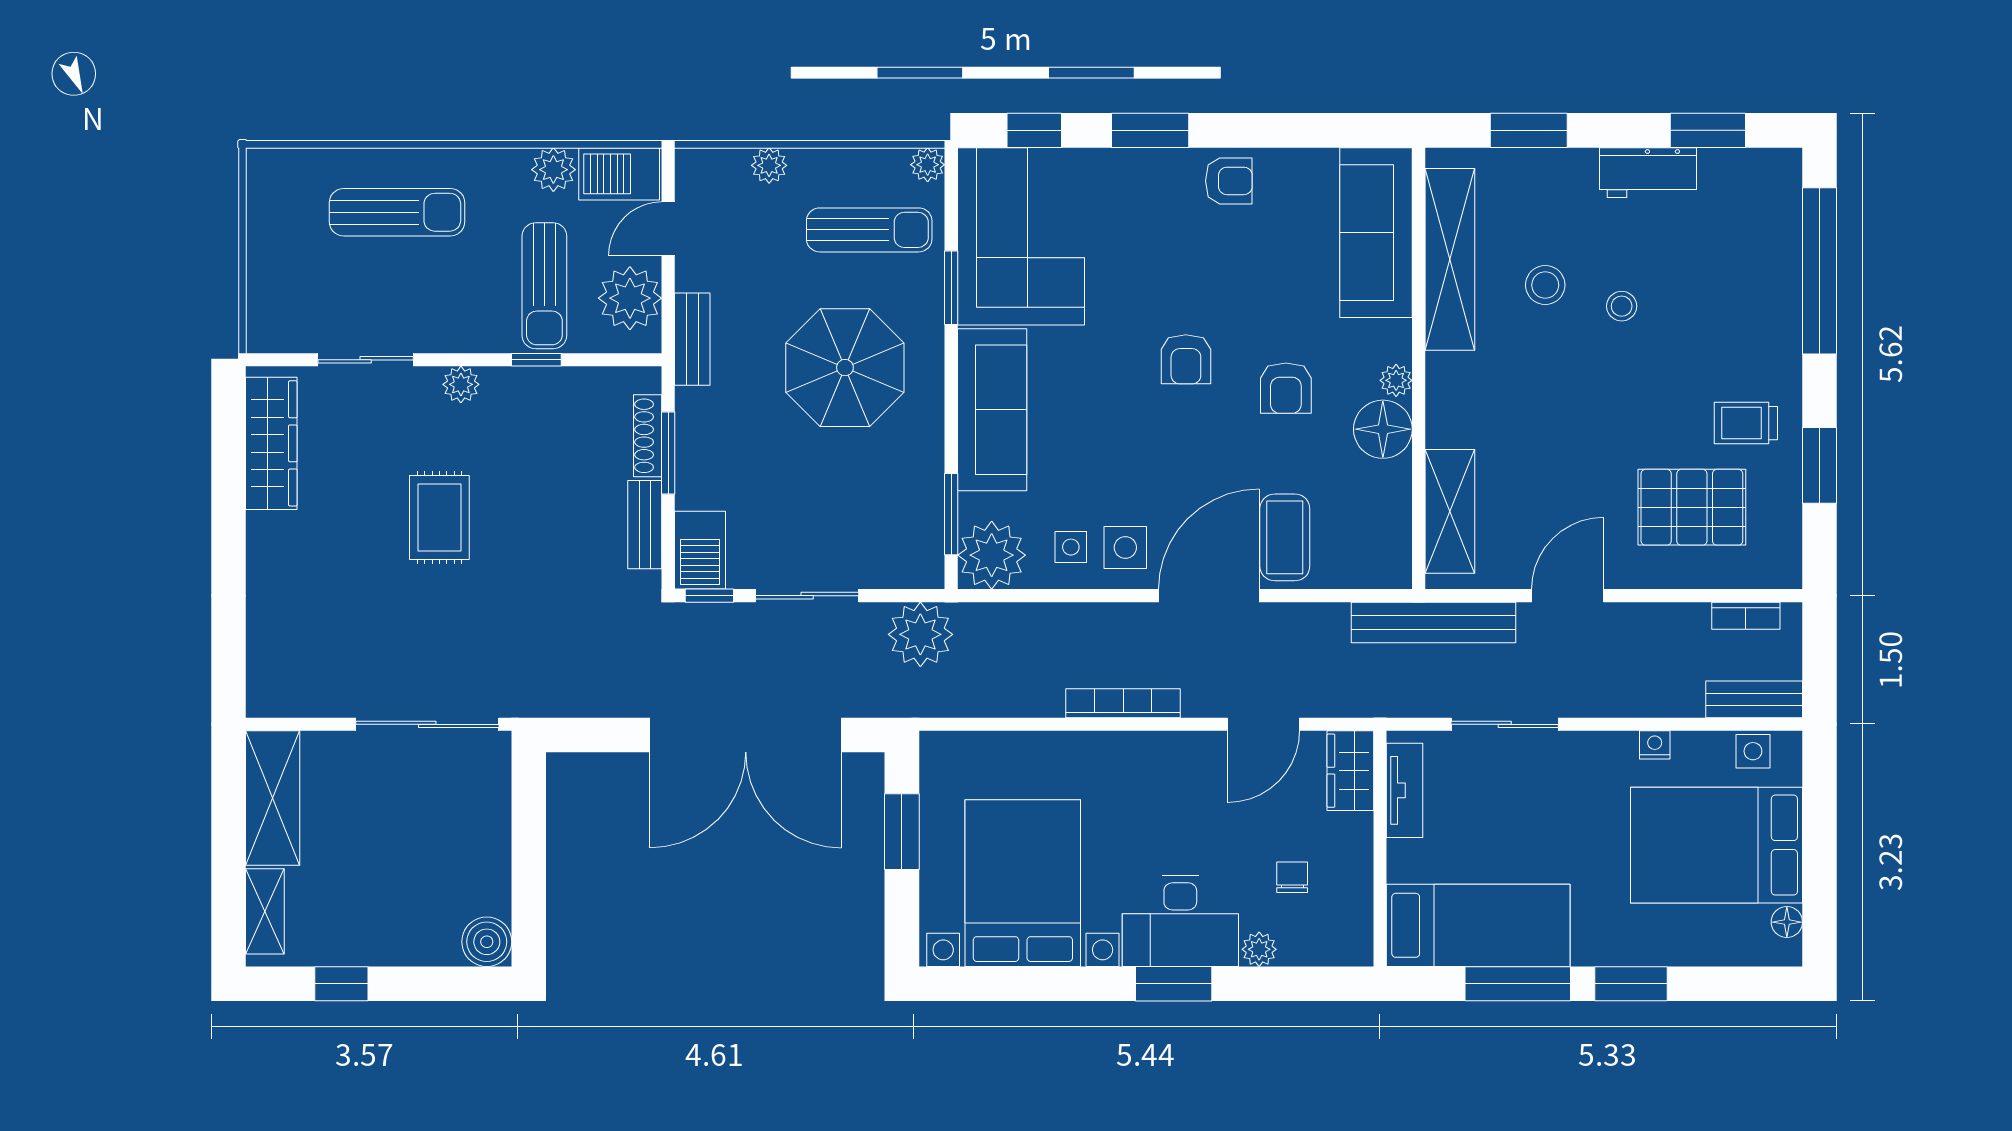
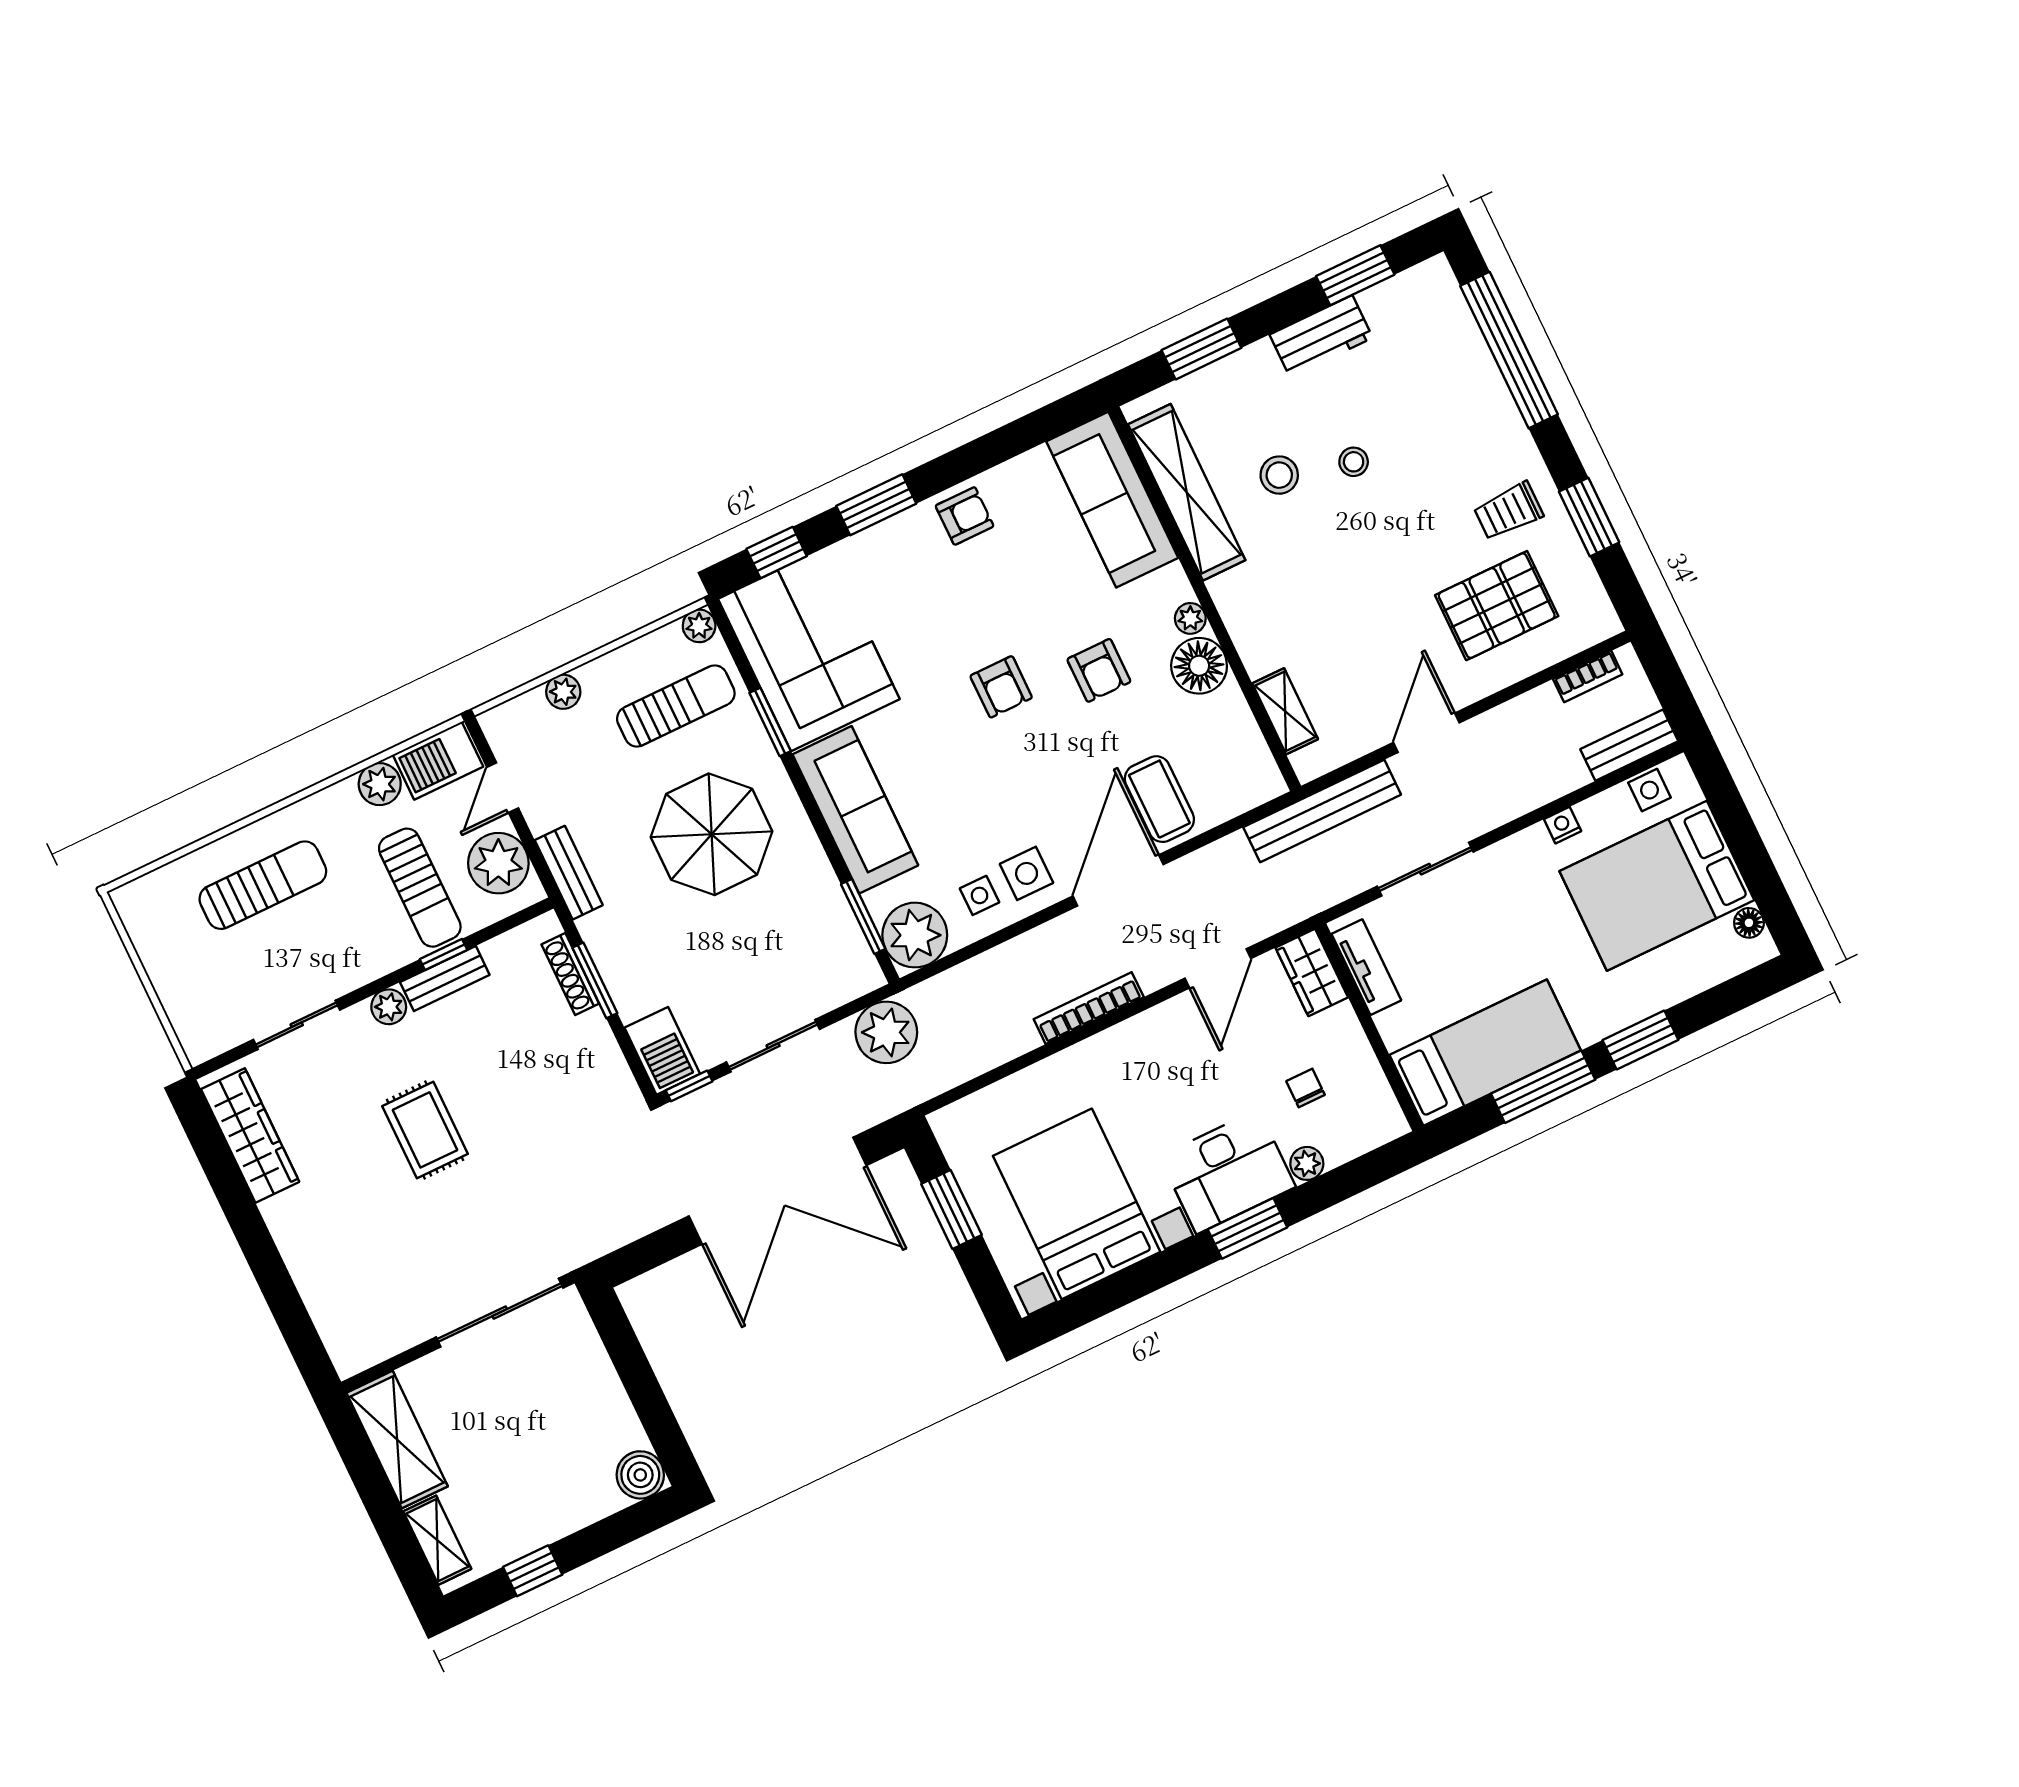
shelving: (1450, 511) -> (1285, 711), width x0.67, depth x0.75
bench: (645, 525) -> (445, 978), moved, turned 90

